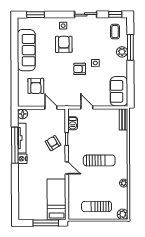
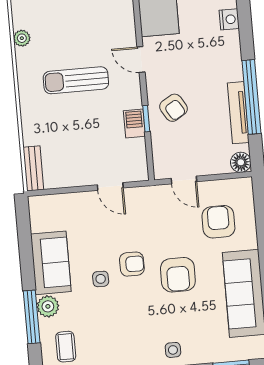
armchair: (64, 44) -> (178, 275), moved
sofa: (119, 91) -> (51, 263), moved
barbecue: (73, 123) -> (134, 124), moved
nightstand: (22, 159) -> (229, 19), moved

